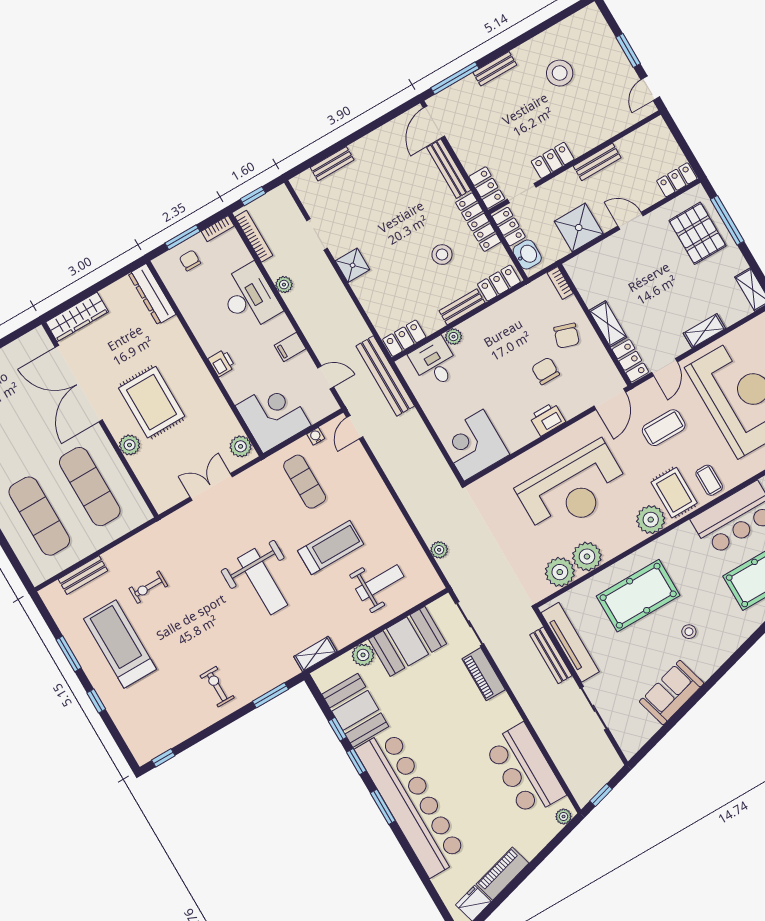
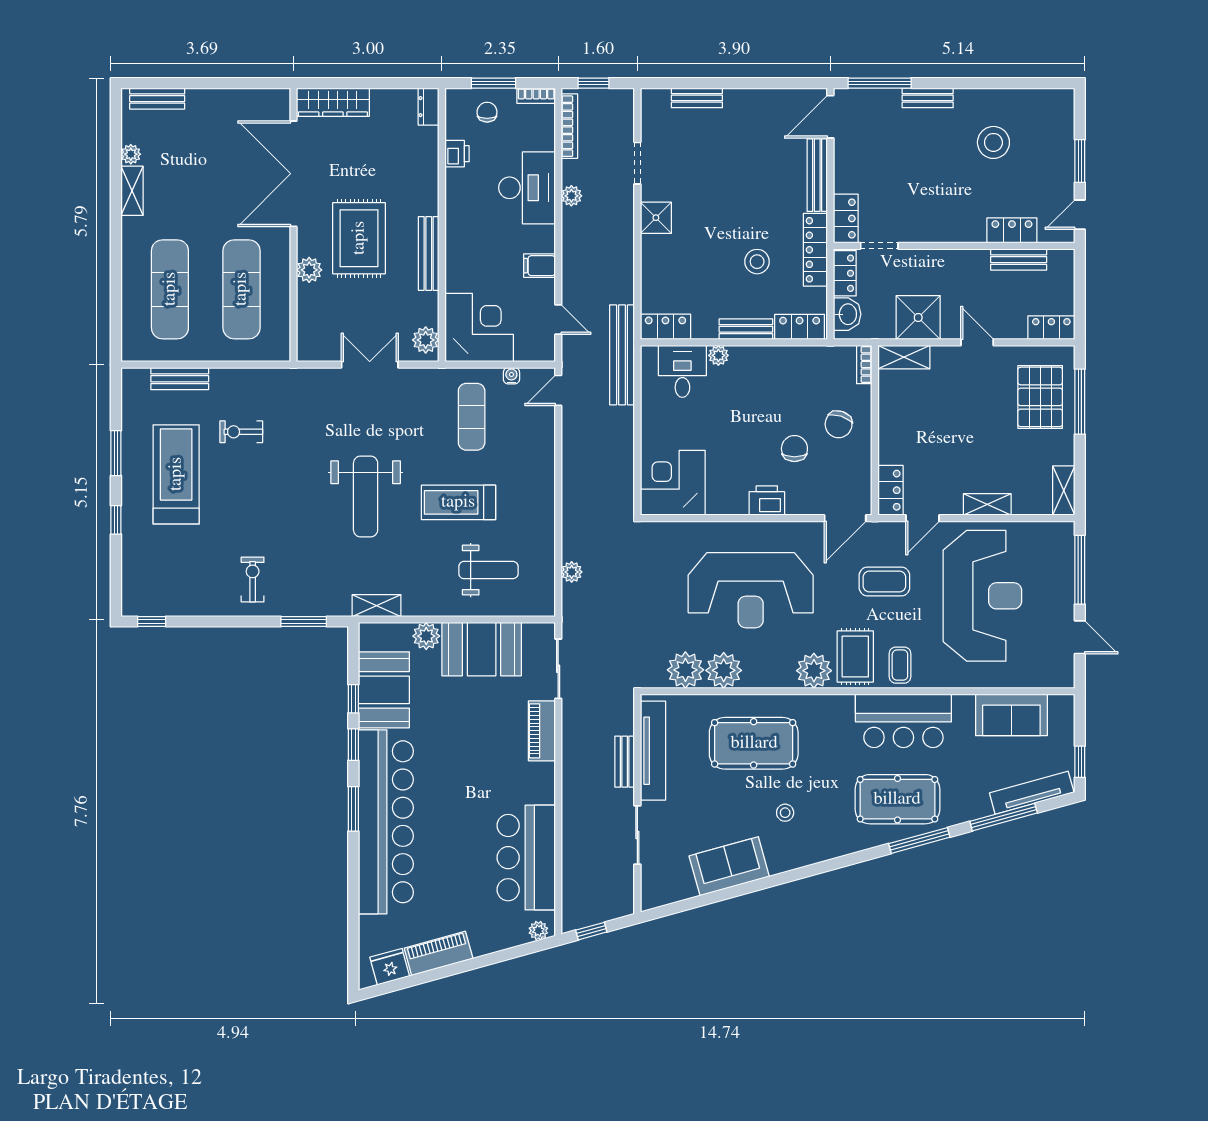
locker: (553, 160) -> (1012, 230), moved
bench: (597, 162) -> (1019, 260), moved
dresser: (152, 294) -> (429, 107), width x0.51, depth x0.80
shelving: (608, 324) -> (904, 357), moved, turned 90
printer: (222, 363) -> (457, 154), moved
bench: (207, 384) -> (429, 253), added
treadmill: (331, 547) -> (458, 502), turned 180
bench: (551, 655) -> (625, 762), width x0.73

